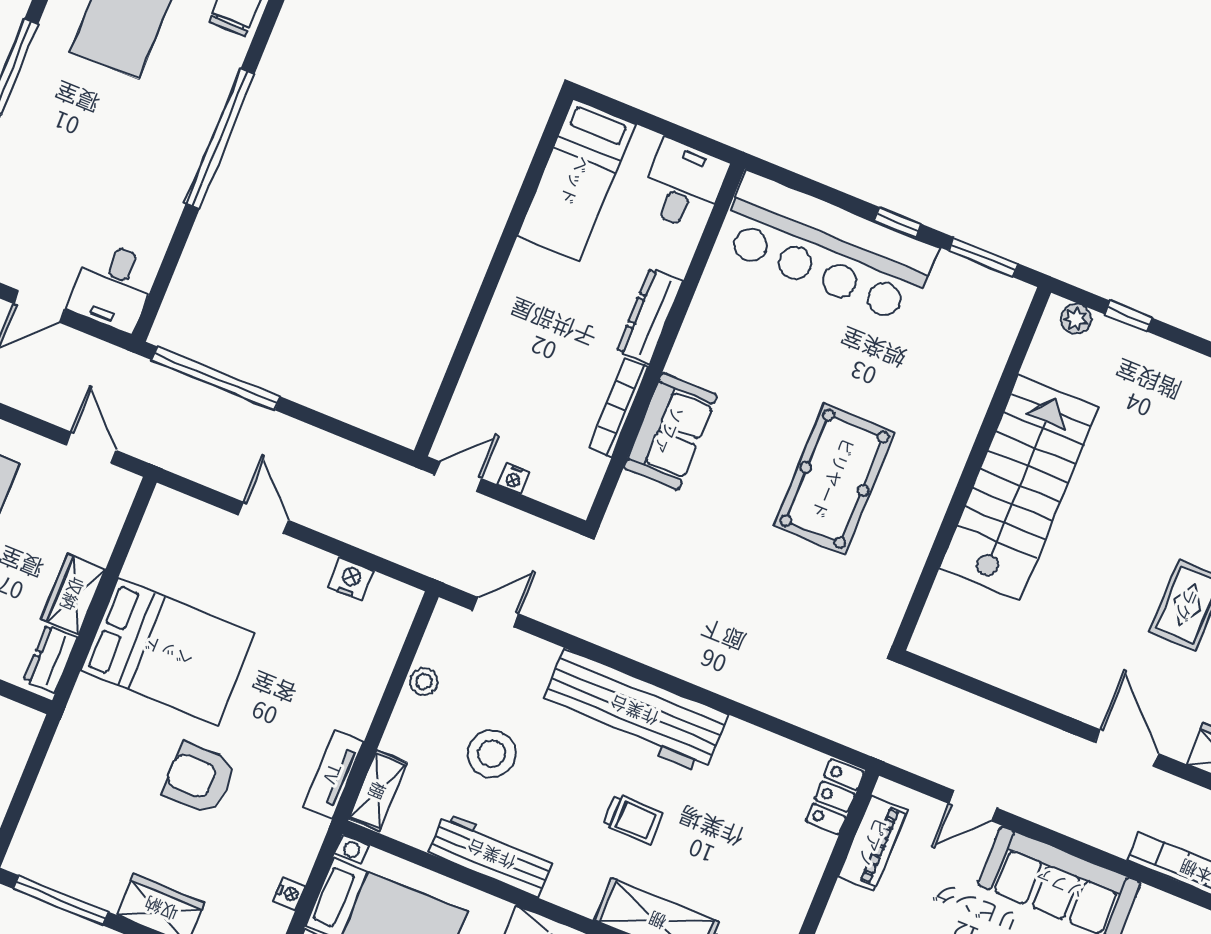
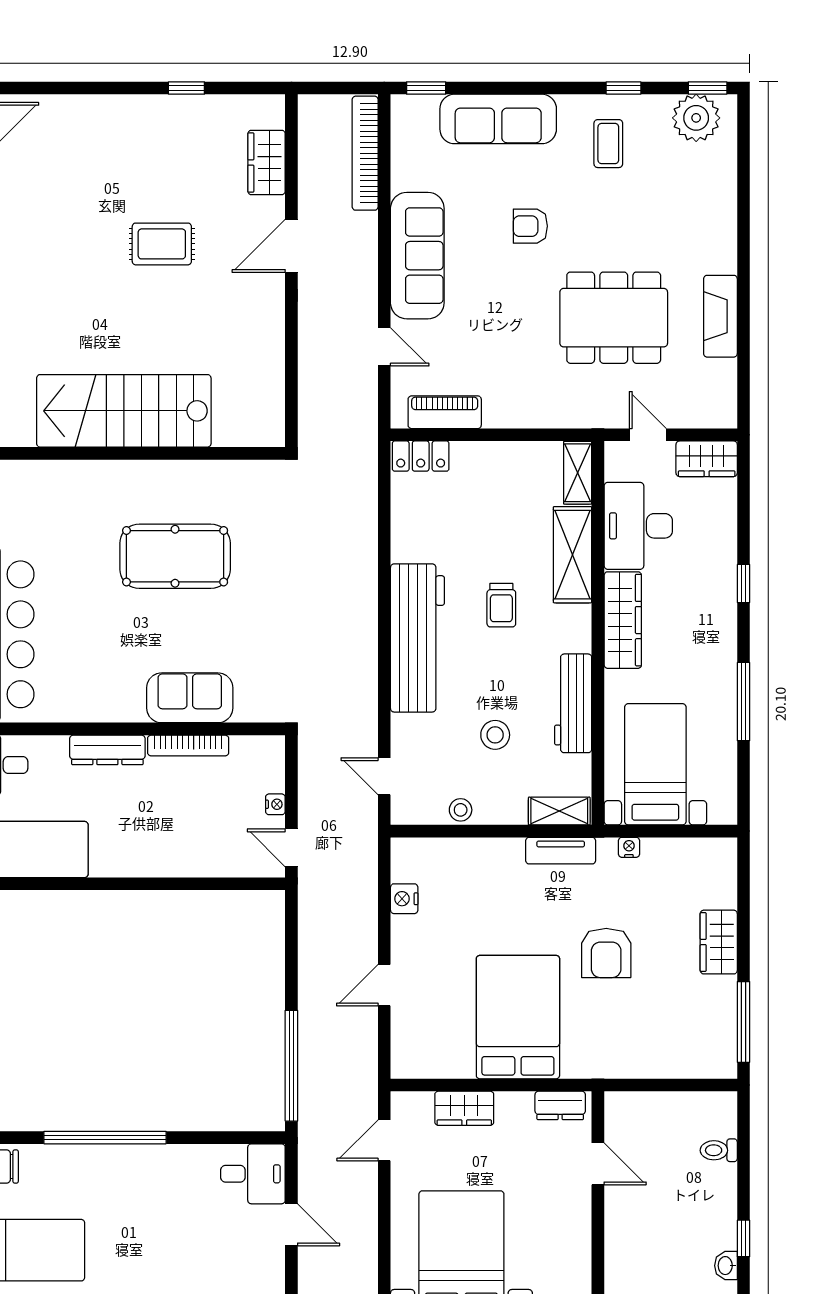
wardrobe: (73, 594) -> (464, 1108), moved
stool: (492, 754) -> (495, 735), width x0.73, depth x0.73
trolley: (633, 819) -> (501, 605), turned 180
nightstand: (289, 893) -> (629, 847), moved

